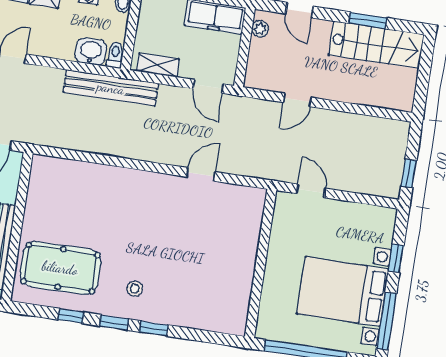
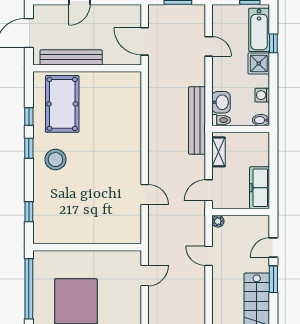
window: (368, 20) -> (273, 279), moved
plant: (260, 29) -> (218, 221), moved
stool: (135, 289) -> (55, 160), width x1.89, depth x1.89
window: (154, 328) -> (29, 212), moved

